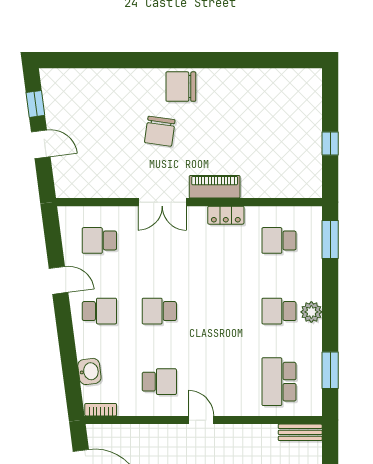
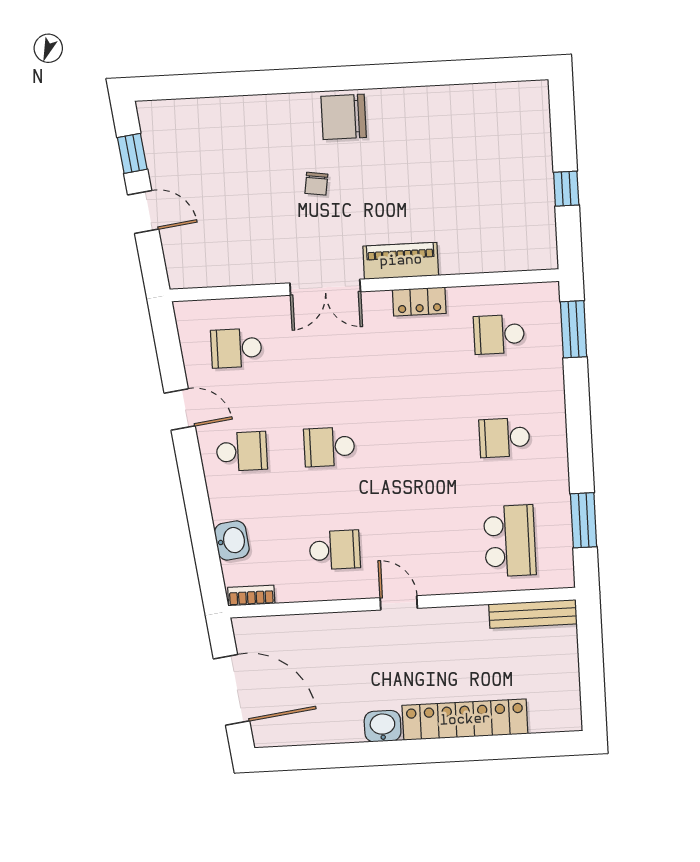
chair: (160, 131) -> (316, 184), width x0.54, depth x0.54
plant: (311, 312) -> (552, 436), removed
school desk: (279, 382) -> (510, 541), turned 180
bench: (300, 432) -> (533, 614), width x1.36

